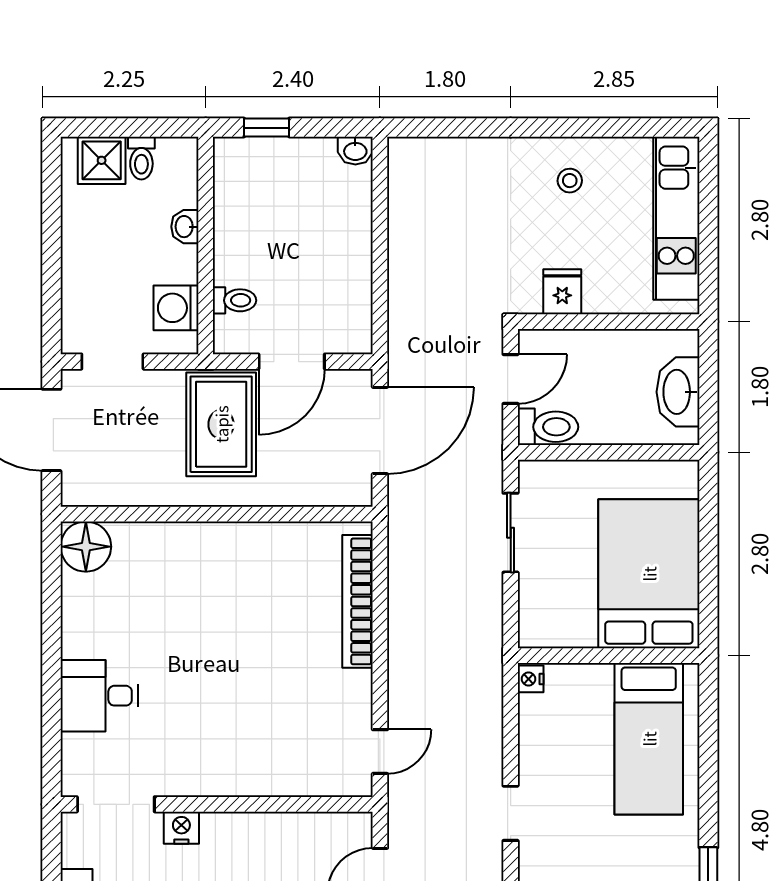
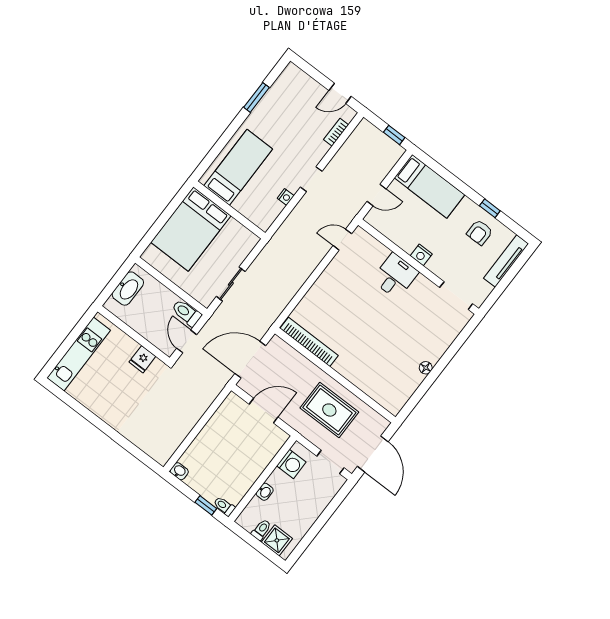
stool: (570, 181) -> (108, 399), removed
toilet: (235, 300) -> (224, 506), moved
door: (511, 379) -> (187, 341), hinge flipped
rug: (221, 424) -> (329, 410), moved, turned 90
floor lamp: (86, 547) -> (426, 368), moved, width x0.53, depth x0.53
bookcase: (358, 601) -> (309, 342), moved, turned -90
nightstand: (531, 679) -> (286, 197), moved
desk: (99, 696) -> (395, 276), moved, turned -90
nightstand: (181, 828) -> (421, 255), moved

